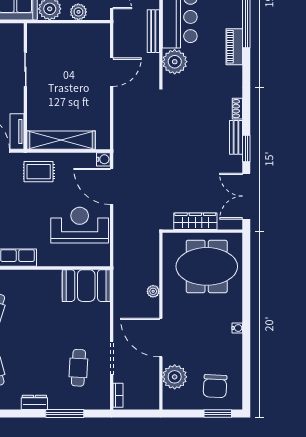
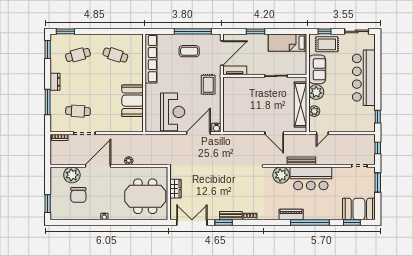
shelving: (61, 140) -> (301, 104), moved
wardrobe: (195, 221) -> (175, 189), width x0.67
meeting table: (207, 266) -> (145, 196), turned 90
booth: (86, 286) -> (133, 101), moved
chair: (215, 386) -> (78, 195), moved, turned -93

